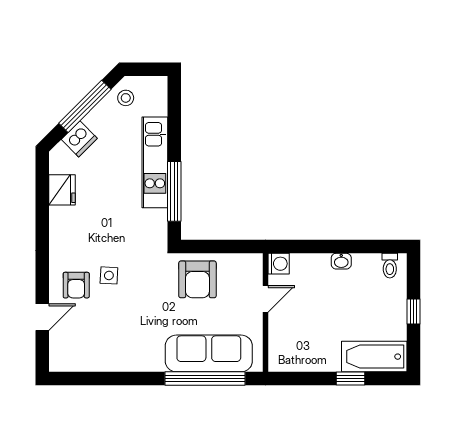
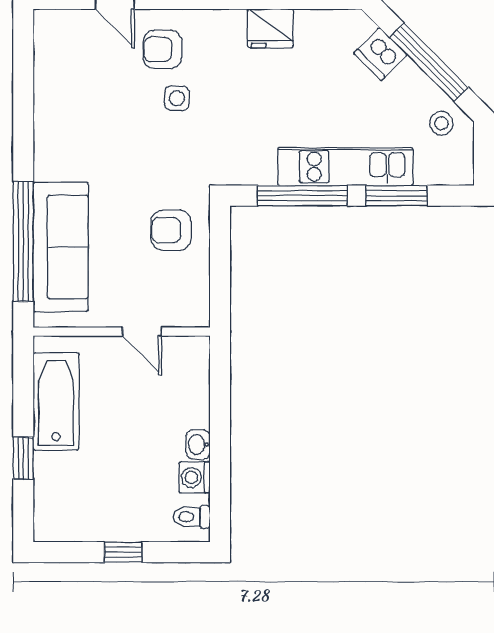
window: (174, 128) -> (397, 196), added
fridge: (62, 190) -> (270, 28), moved
washing machine: (279, 264) -> (194, 477), moved, turned 90
armchair: (197, 279) -> (171, 230), width x0.72, depth x0.72
bathtub: (374, 357) -> (56, 402), moved

